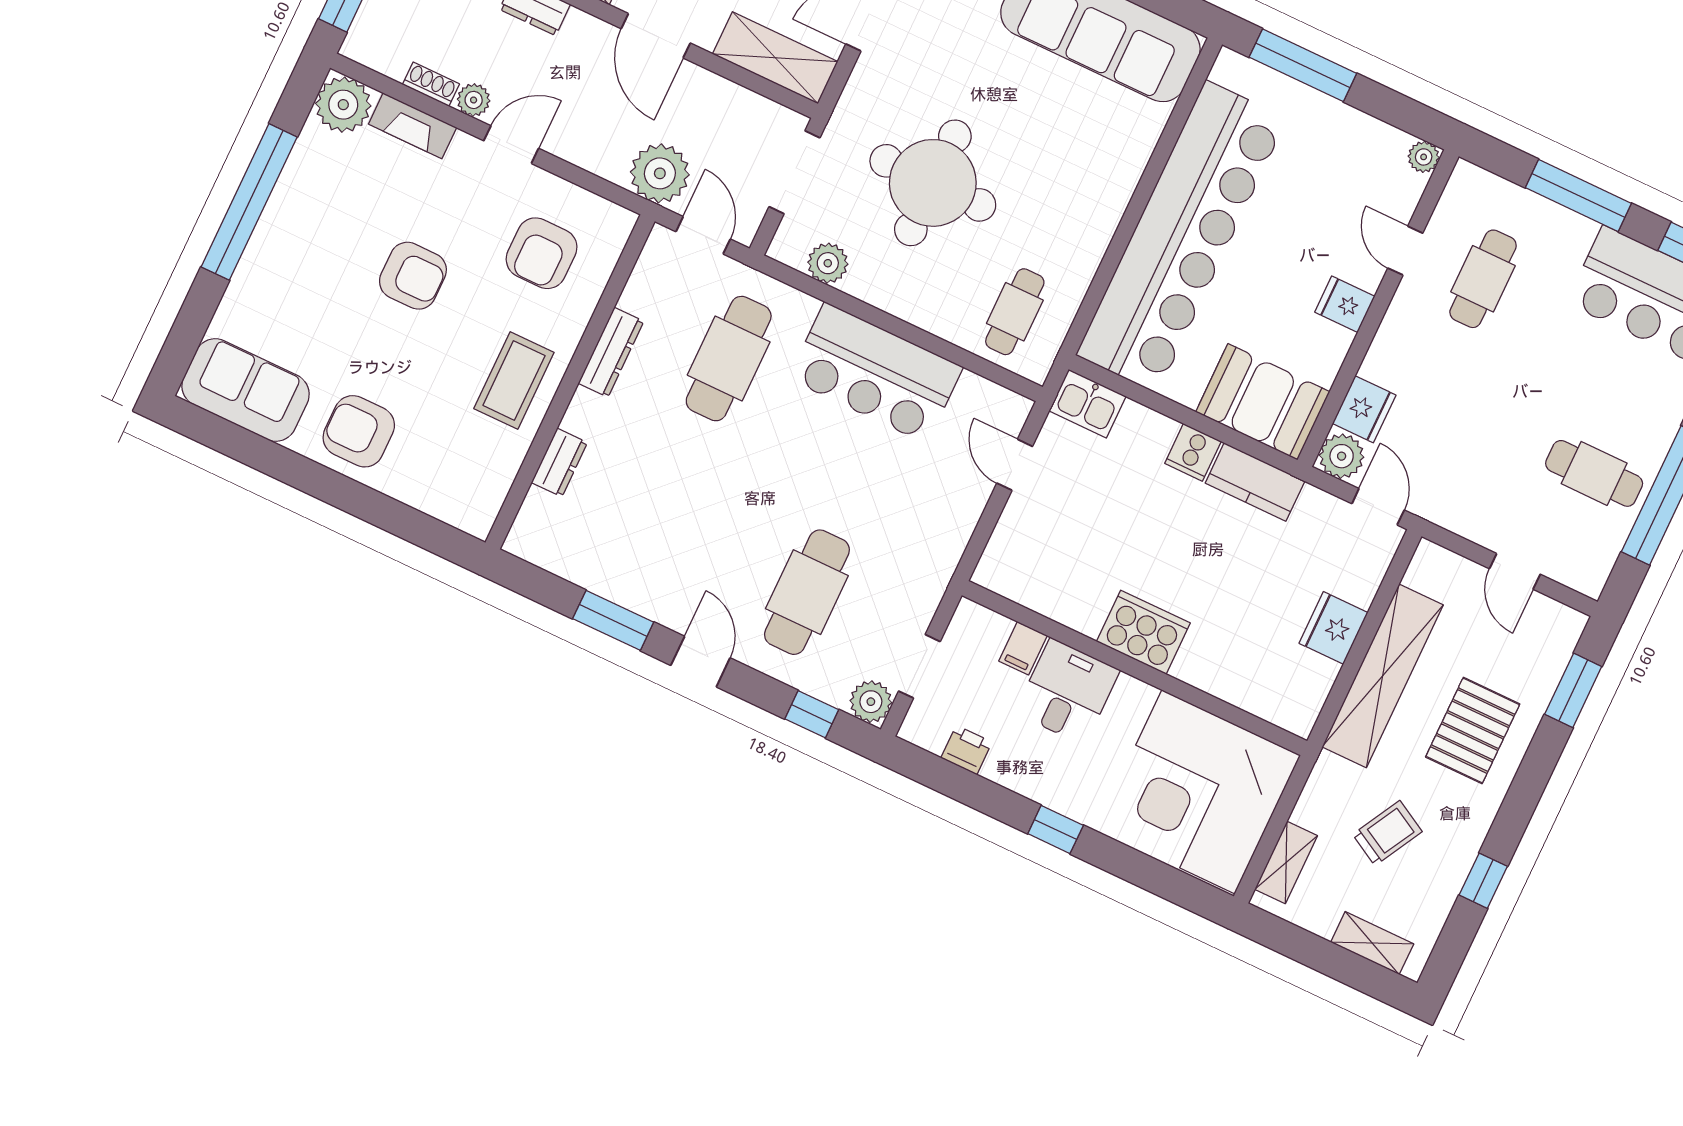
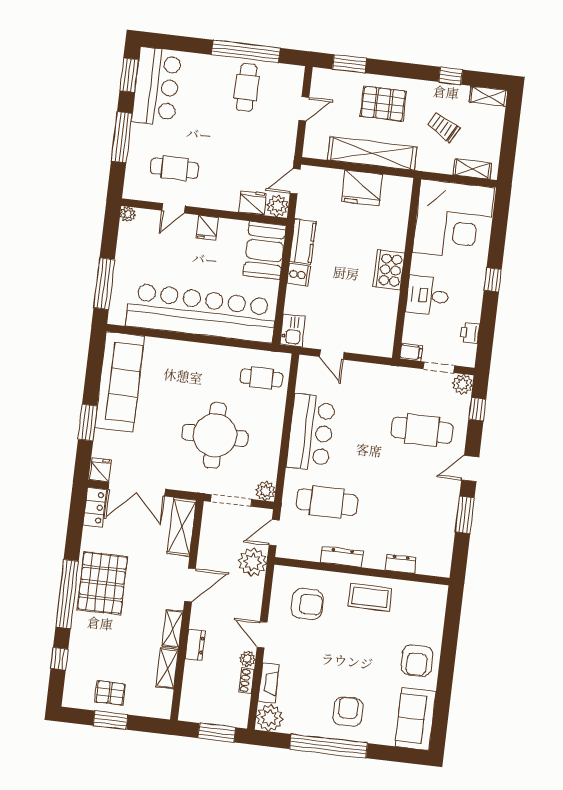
plant: (828, 263) -> (266, 491), moved
armchair: (413, 276) -> (348, 712), moved
door: (1015, 465) -> (332, 355), hinge flipped
fridge: (1334, 628) -> (362, 188), width x1.36, depth x1.34
filing cabinet: (1023, 648) -> (411, 352), moved
shelving: (1372, 943) -> (489, 96), moved, turned 90

